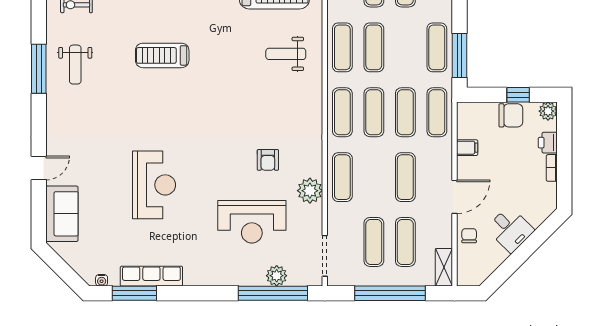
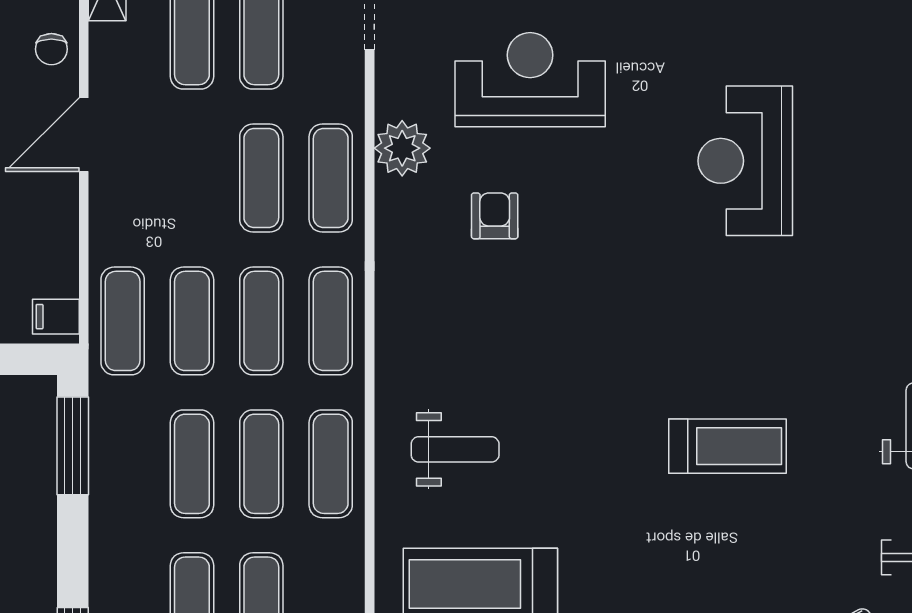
exercise mat: (437, 47) -> (192, 464), moved
filing cabinet: (467, 148) -> (56, 317), moved
exercise mat: (405, 177) -> (261, 178), moved

